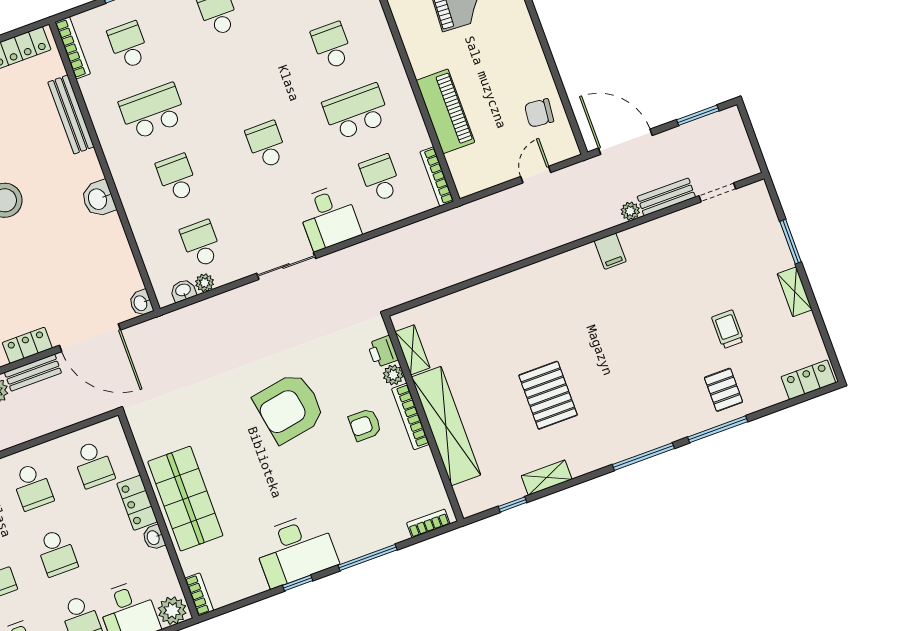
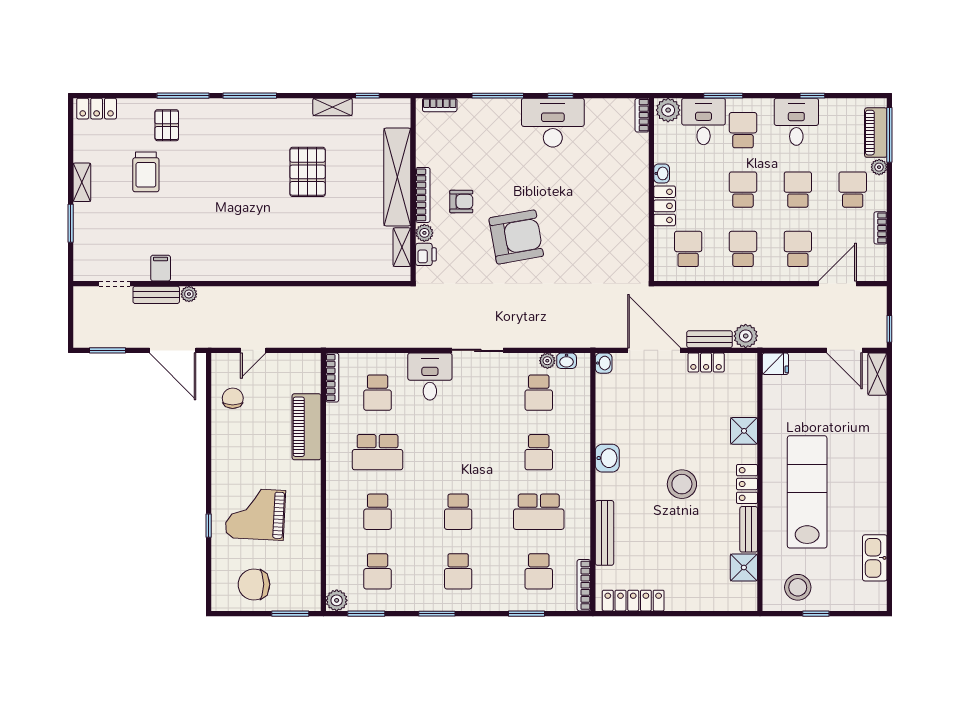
chair: (539, 113) -> (233, 398), turned -96
school desk: (266, 145) -> (458, 512), moved
filing cabinet: (610, 251) -> (161, 268), moved
trolley: (728, 329) -> (146, 172), width x1.36, depth x1.39
shop shelf: (185, 499) -> (625, 195), removed

